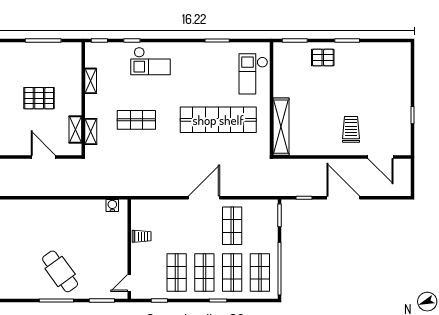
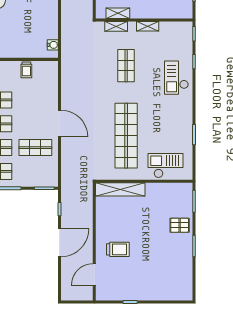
pallet: (323, 57) -> (180, 225), turned 90
shelving: (91, 81) -> (148, 26), moved

